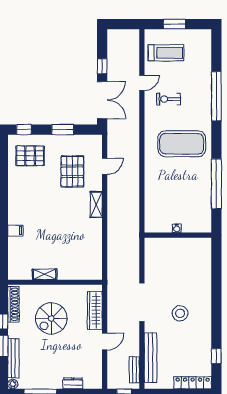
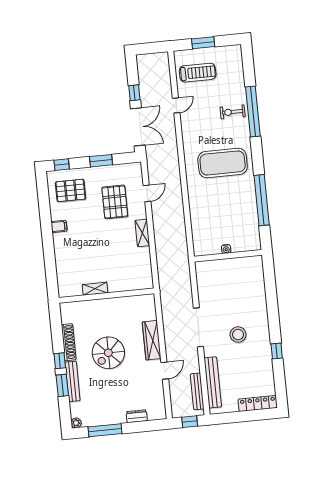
exercise bike: (168, 99) -> (233, 112), moved
filing cabinet: (15, 231) -> (59, 226), moved
shelving: (45, 274) -> (95, 289), moved
wall: (55, 282) -> (106, 296), moved
window: (216, 356) -> (277, 351), moved
bench: (13, 358) -> (73, 381), moved
bench: (134, 370) -> (197, 391), width x1.36

